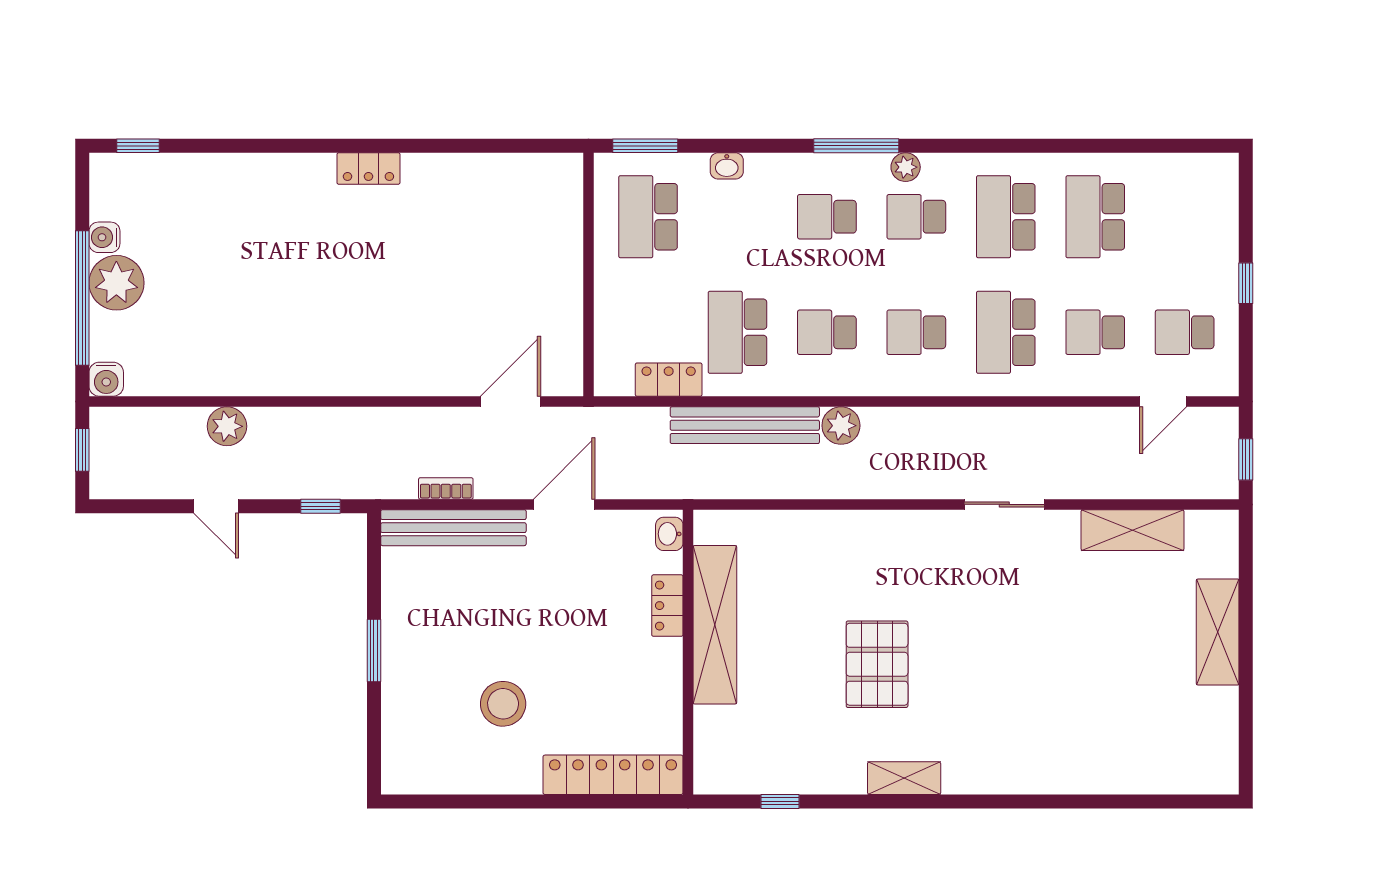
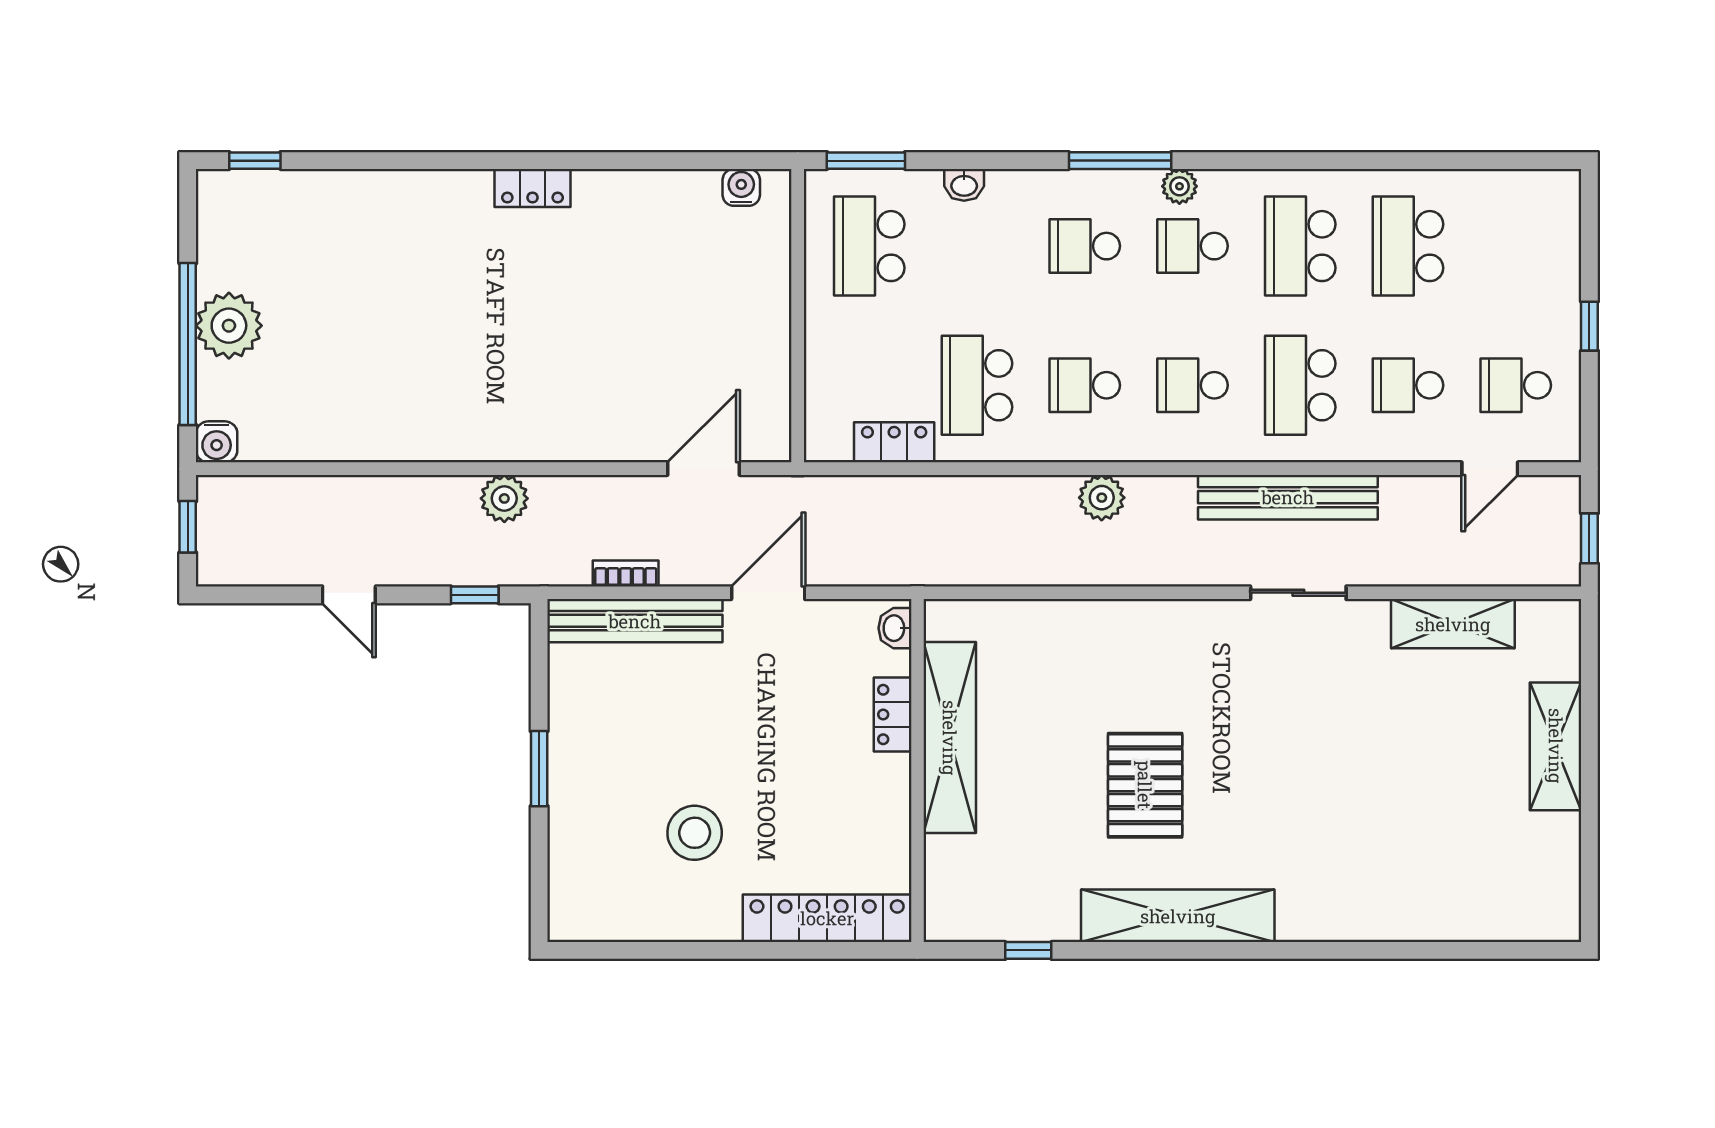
water cooler: (104, 237) -> (741, 187), moved, turned 90
bench: (745, 425) -> (1288, 497), moved
plant: (227, 426) -> (504, 498), moved
shelving: (904, 778) -> (1178, 916), width x2.20, depth x1.33

